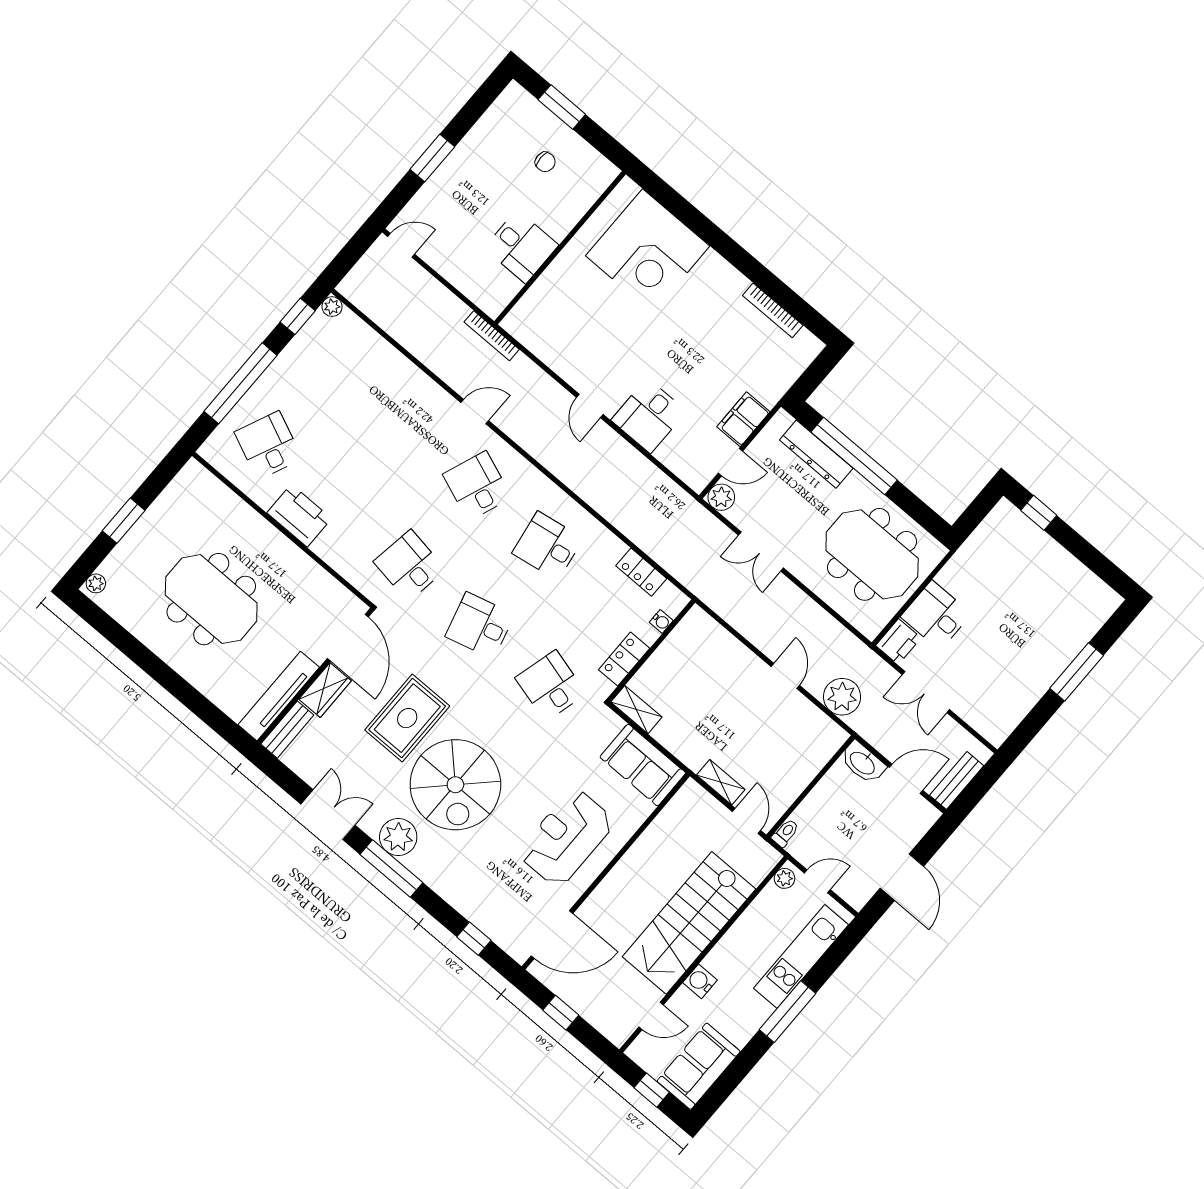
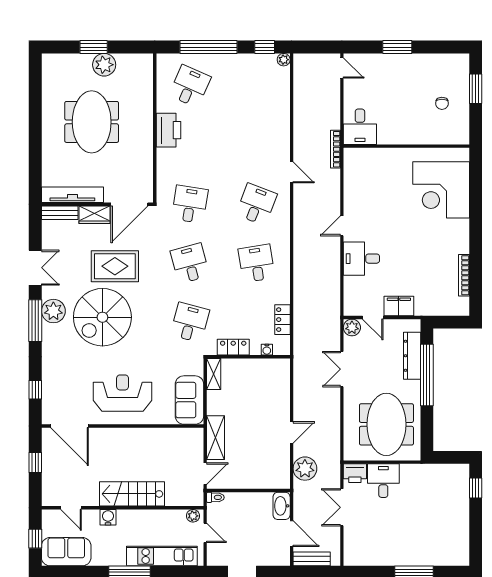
desk: (521, 247) -> (360, 127), moved
plant: (96, 583) -> (104, 65), moved, width x1.87, depth x1.87
shelving: (721, 782) -> (215, 438), width x1.50, depth x1.33
stairs: (689, 923) -> (132, 494), width x0.73, depth x0.66

